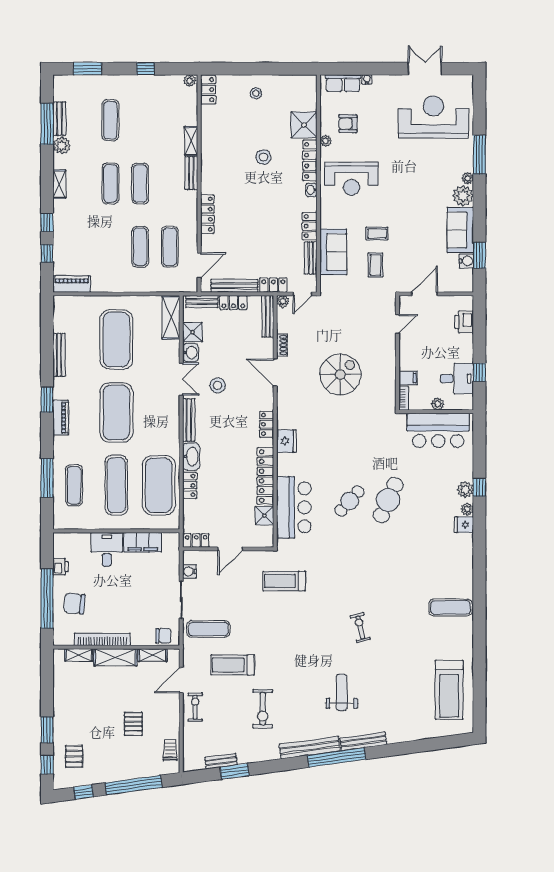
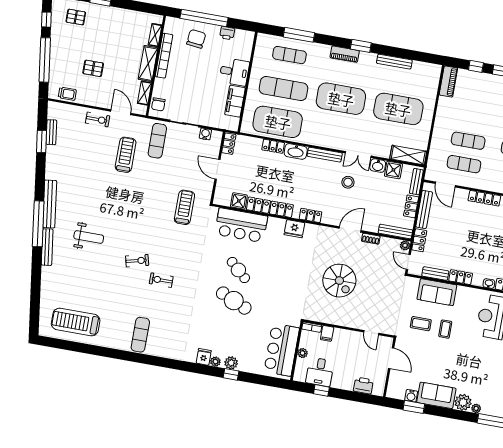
exercise bike: (263, 709) -> (161, 280), moved, width x0.73, depth x0.72

